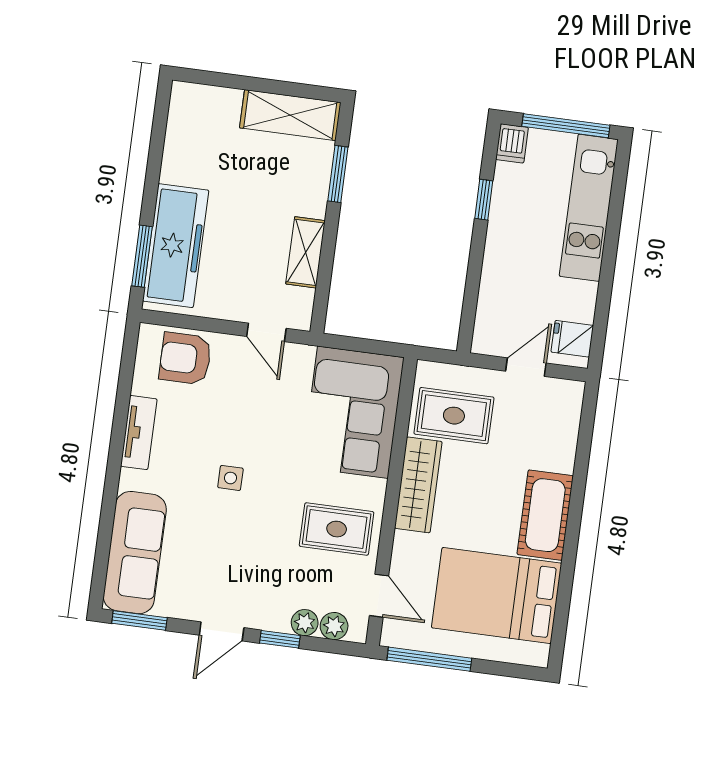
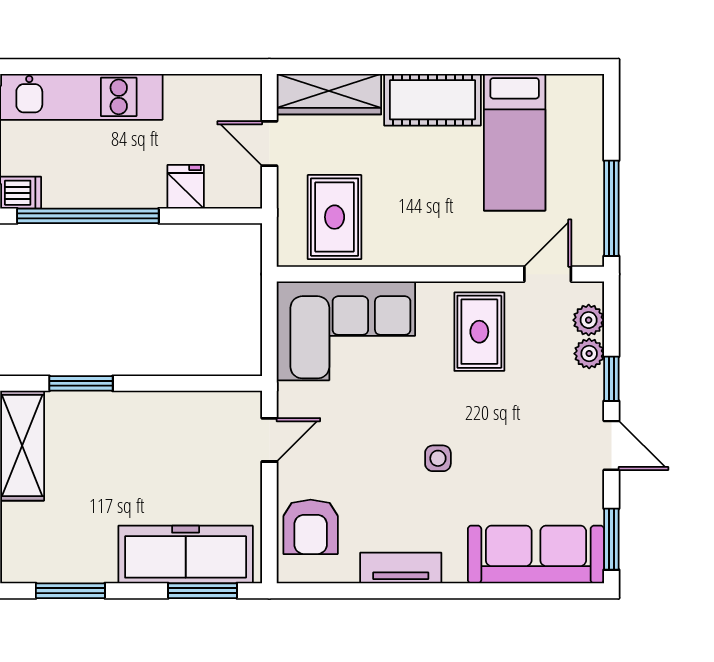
window: (157, 140) -> (70, 591), added
window: (484, 200) -> (88, 216), width x3.17
shelving: (305, 252) -> (174, 408), removed
fridge: (572, 339) -> (186, 187), moved, turned 180
wardrobe: (418, 485) -> (329, 94), moved, turned 180
bed: (497, 596) -> (515, 142), width x0.67

